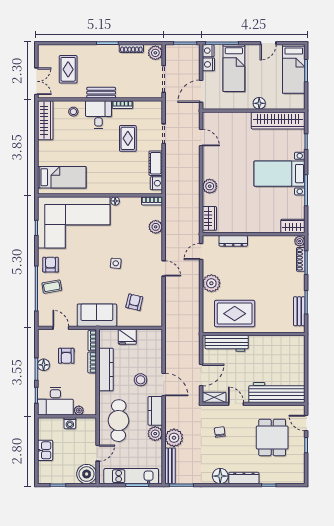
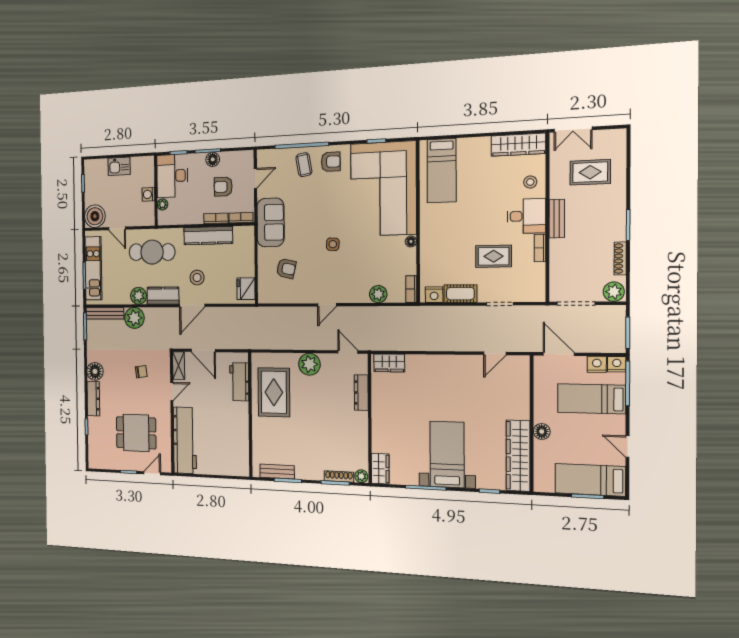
plant: (210, 186) -> (430, 364), removed
fridge: (127, 337) -> (246, 289), moved
workbench: (227, 343) -> (239, 382), width x0.73

